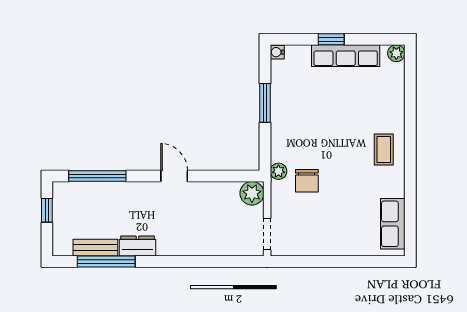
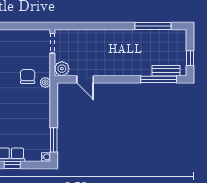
window: (265, 103) -> (54, 140), moved
door: (174, 176) -> (85, 79), moved
dresser: (137, 246) -> (133, 36), removed
bench: (95, 248) -> (166, 71), moved

